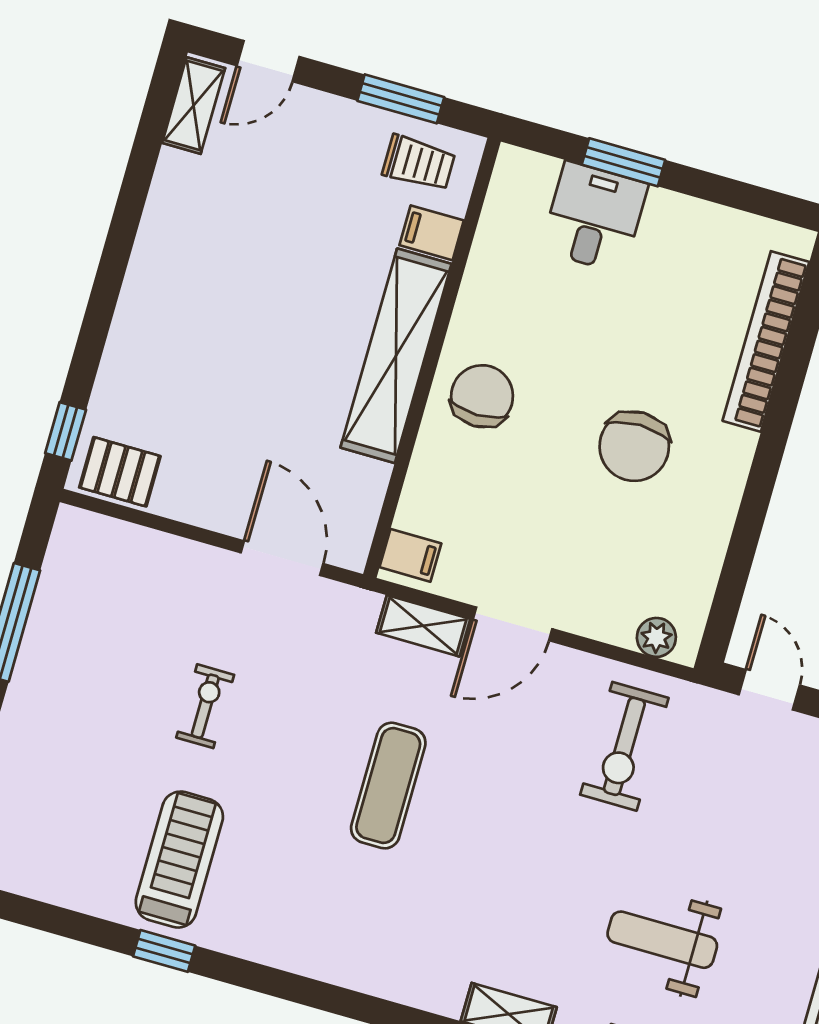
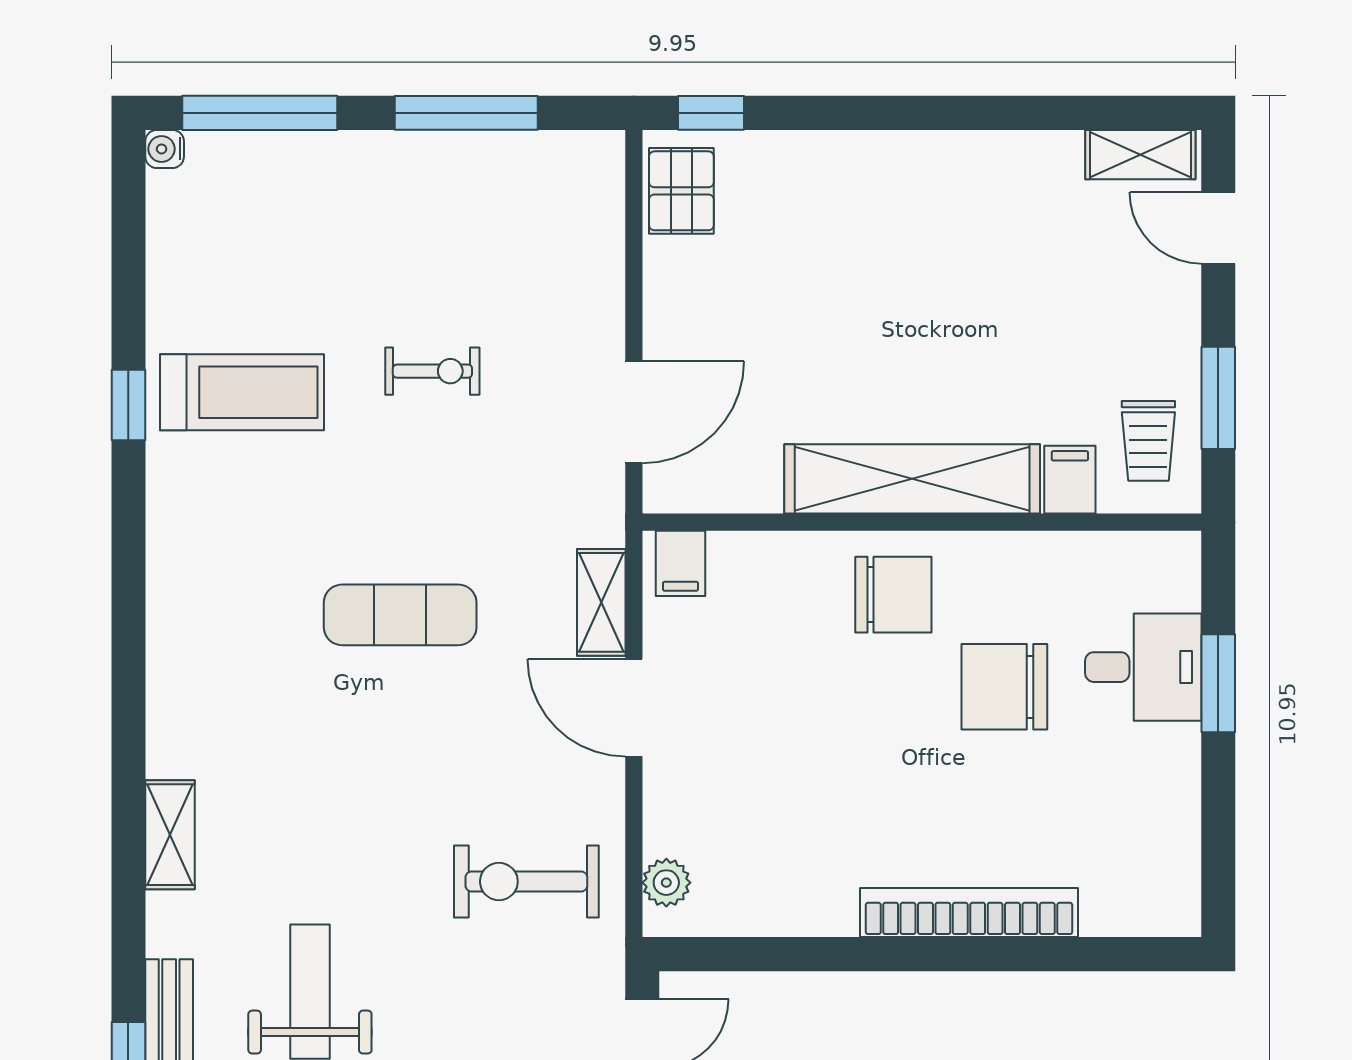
bookcase: (766, 341) -> (969, 913), moved
chair: (634, 446) -> (1004, 687), moved

